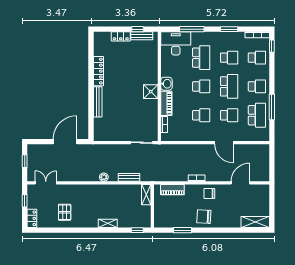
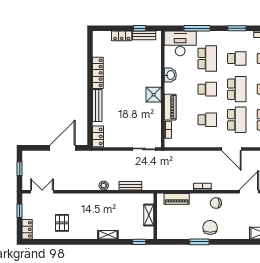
washbasin: (166, 84) -> (170, 75), moved
school desk: (229, 115) -> (237, 120), width x1.85
locker: (98, 131) -> (98, 136), added
shelving: (146, 195) -> (149, 215), moved
chair: (204, 217) -> (210, 227), turned 87
window: (183, 230) -> (199, 242), moved

